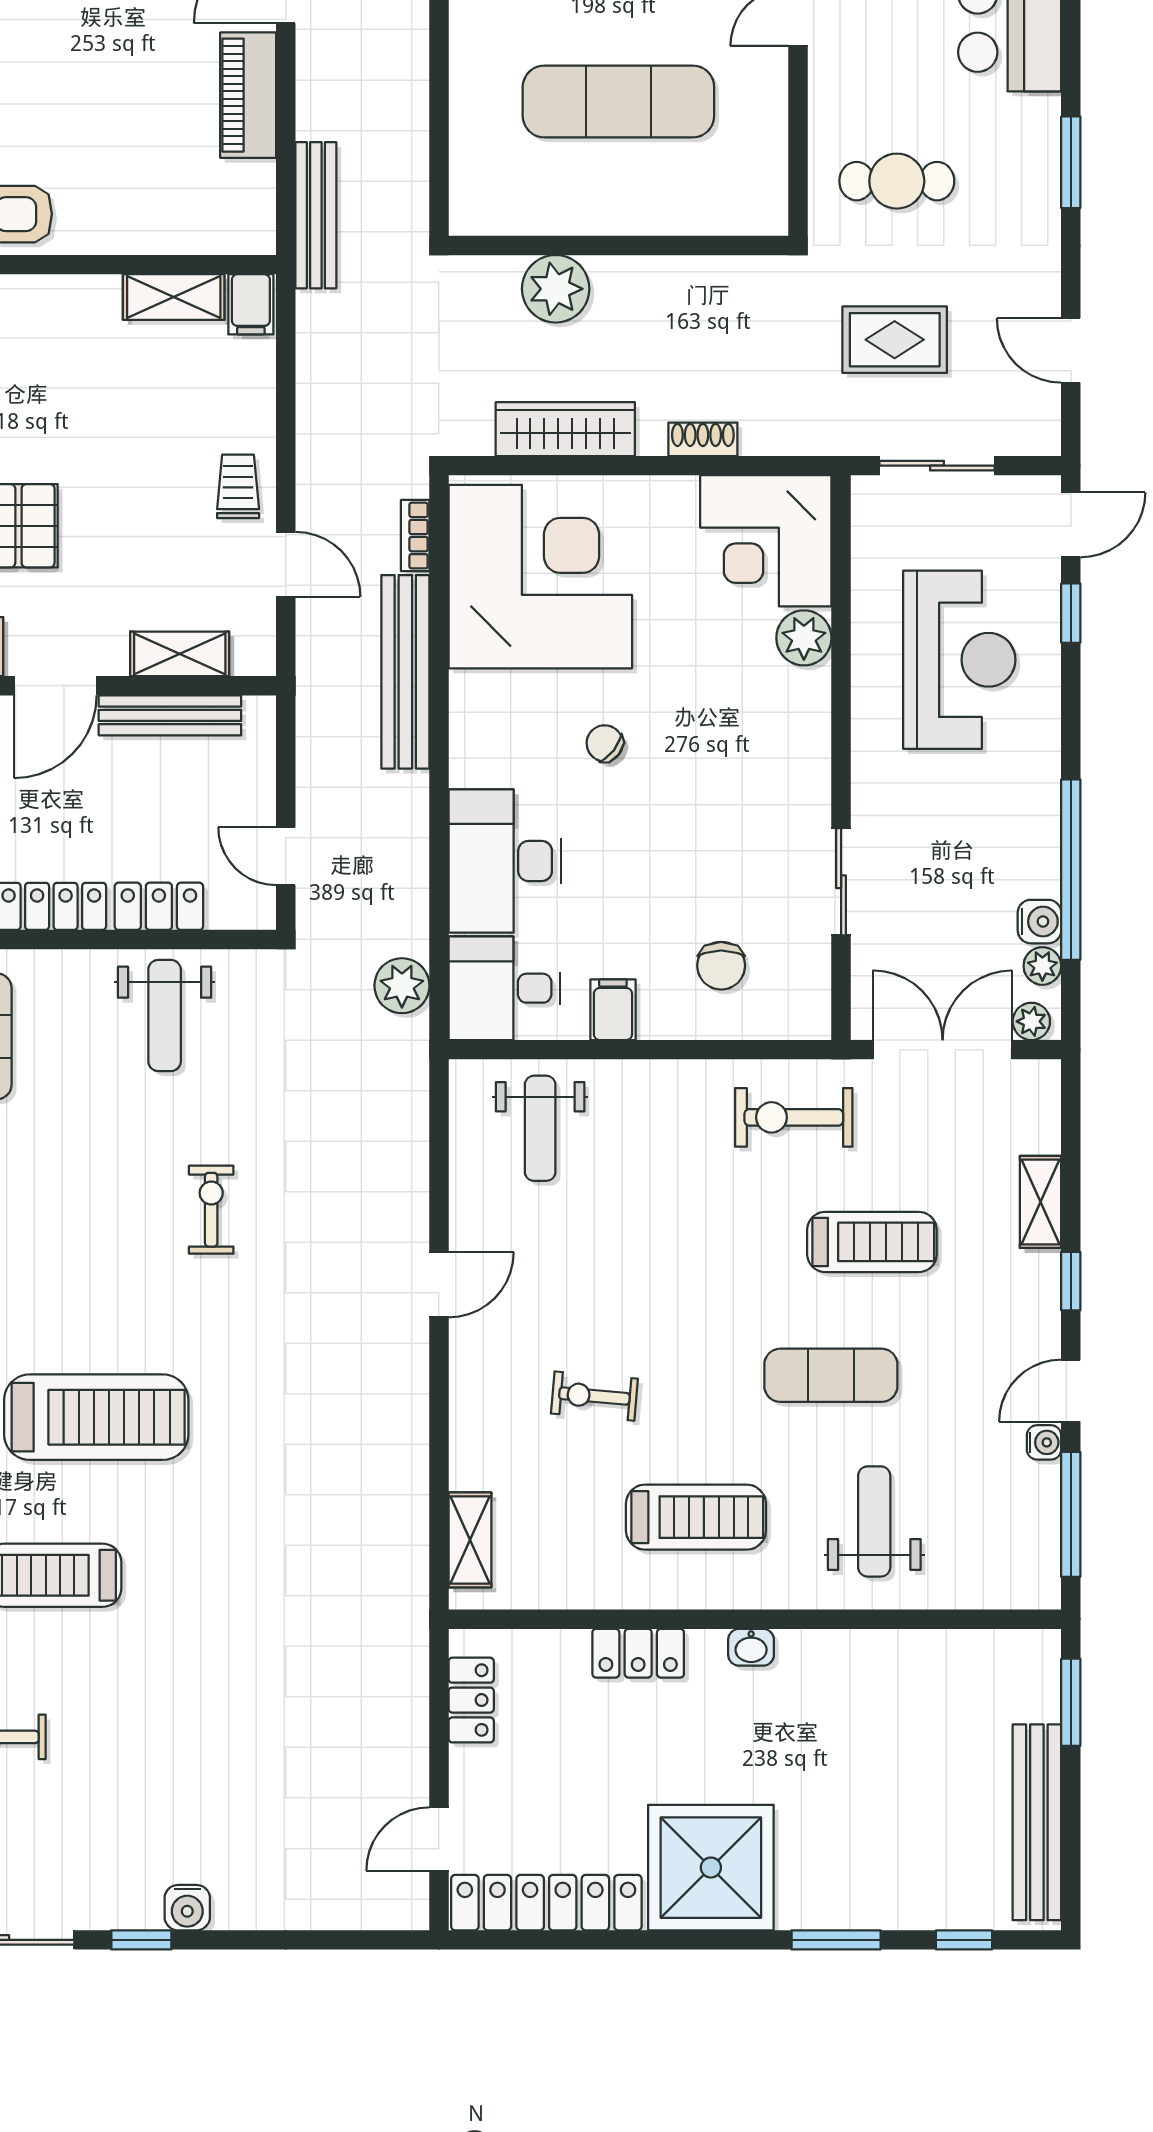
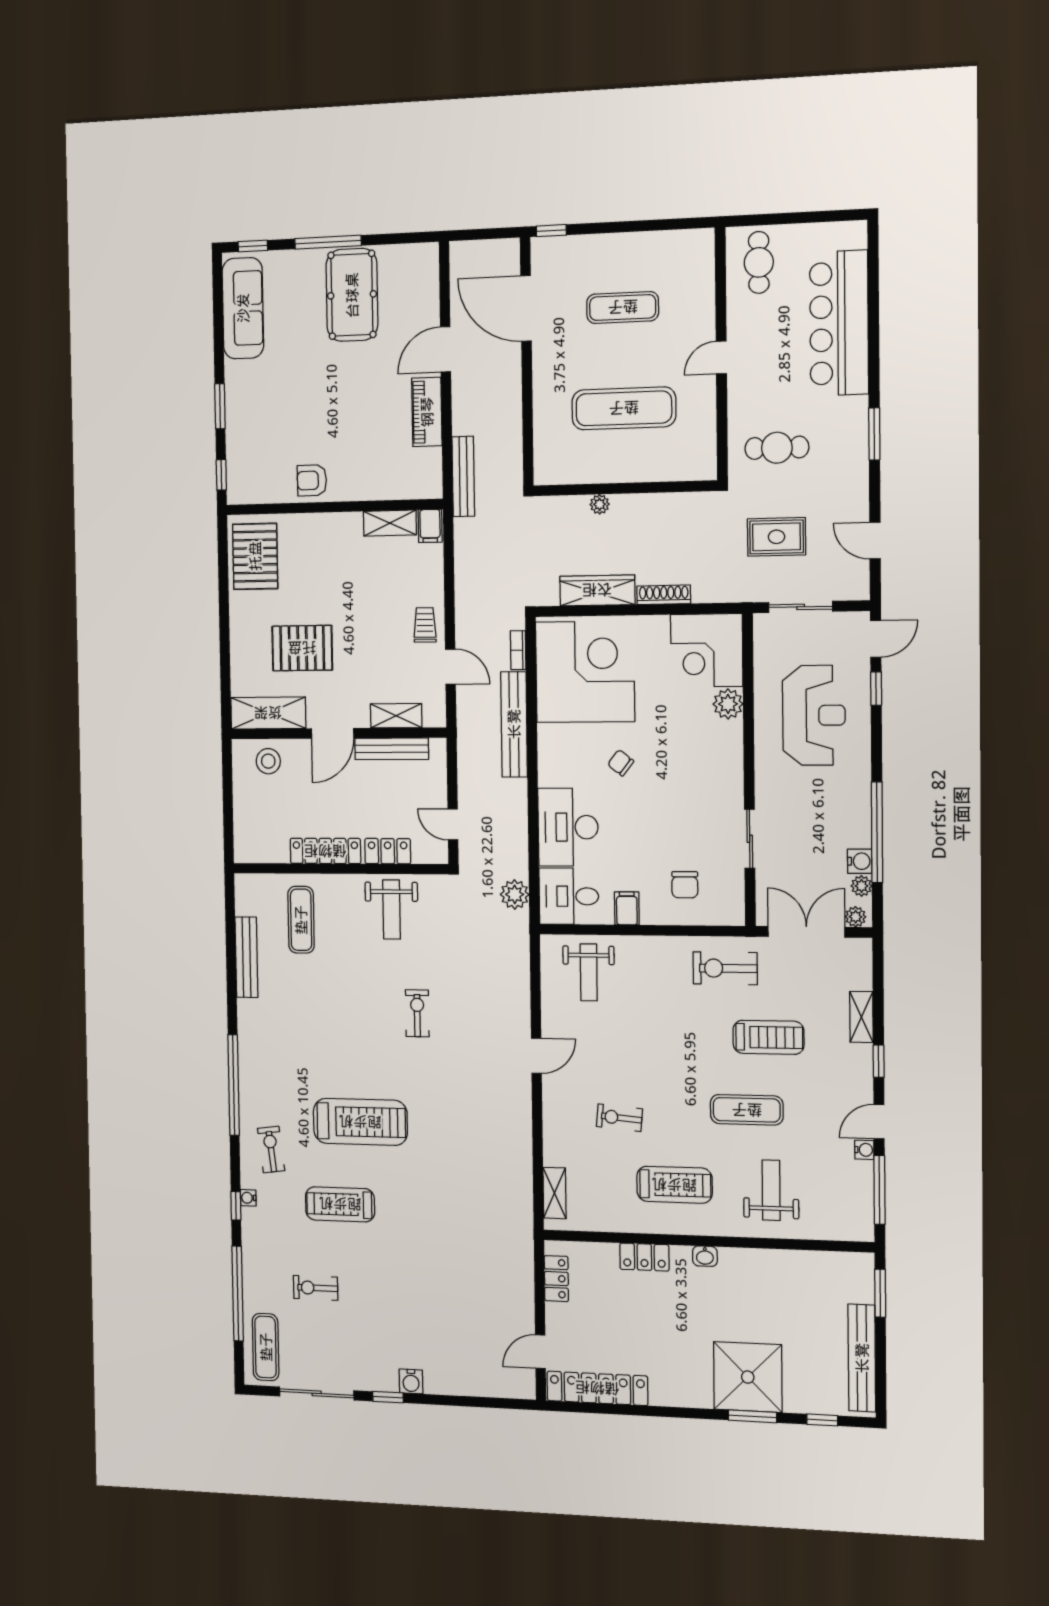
plant: (556, 289) -> (600, 504), width x0.53, depth x0.53
shoe rack: (703, 439) -> (664, 595), width x1.43
shower: (711, 1868) -> (748, 1377), moved

